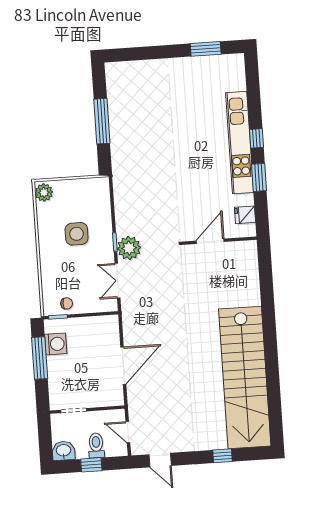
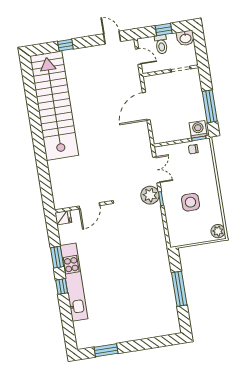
fridge: (245, 215) -> (63, 218), moved
washing machine: (56, 344) -> (198, 129), moved, turned 90

